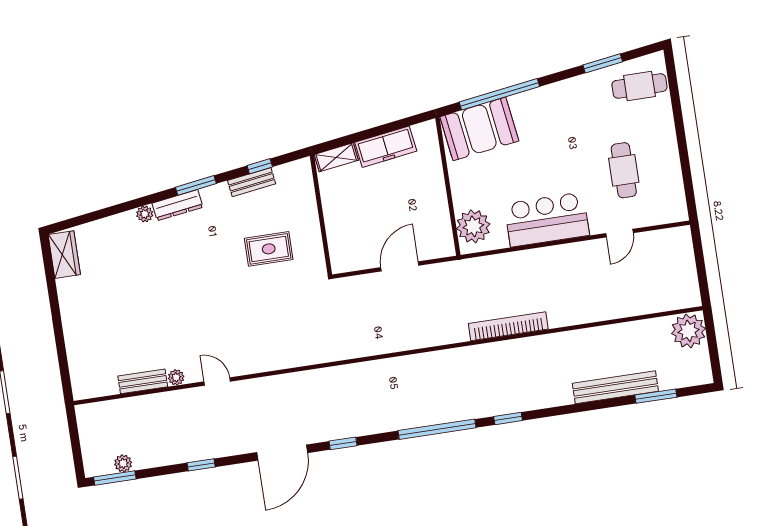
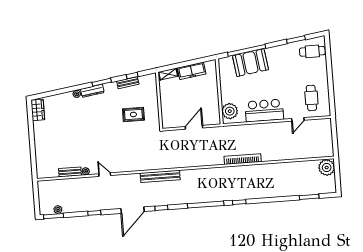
booth: (479, 129) -> (250, 63), moved
cafe table: (624, 170) -> (311, 98), moved
bench: (615, 387) -> (160, 176), moved

